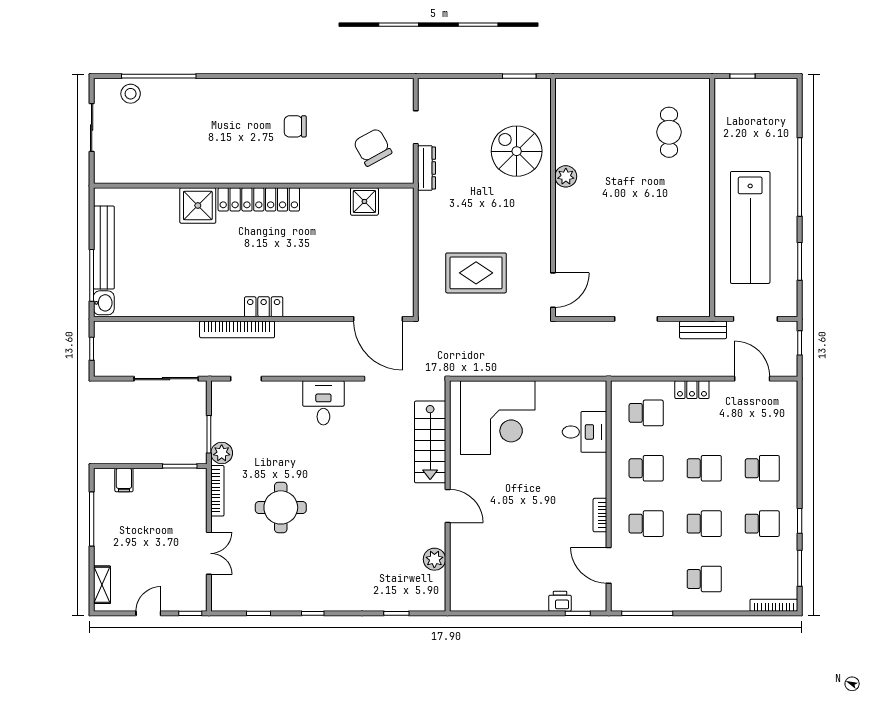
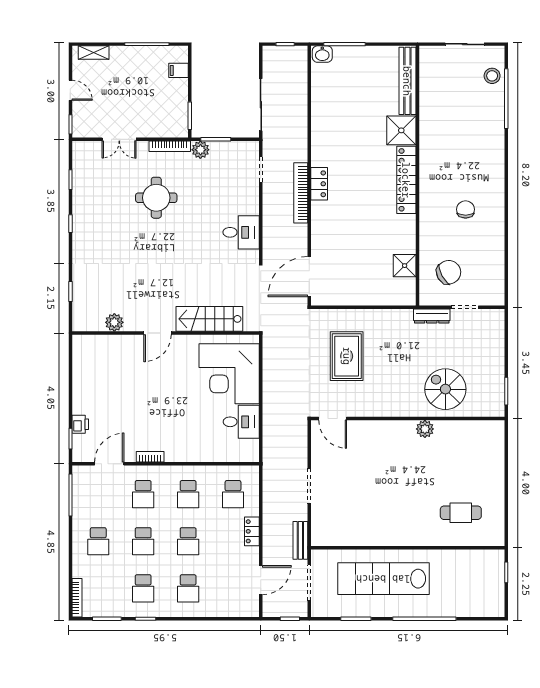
spiral stairs: (517, 151) -> (445, 389), turned -90
bench: (104, 248) -> (407, 81), moved, turned 90
bookcase: (237, 329) -> (301, 193), moved
desk: (585, 432) -> (241, 422), moved, turned -90

